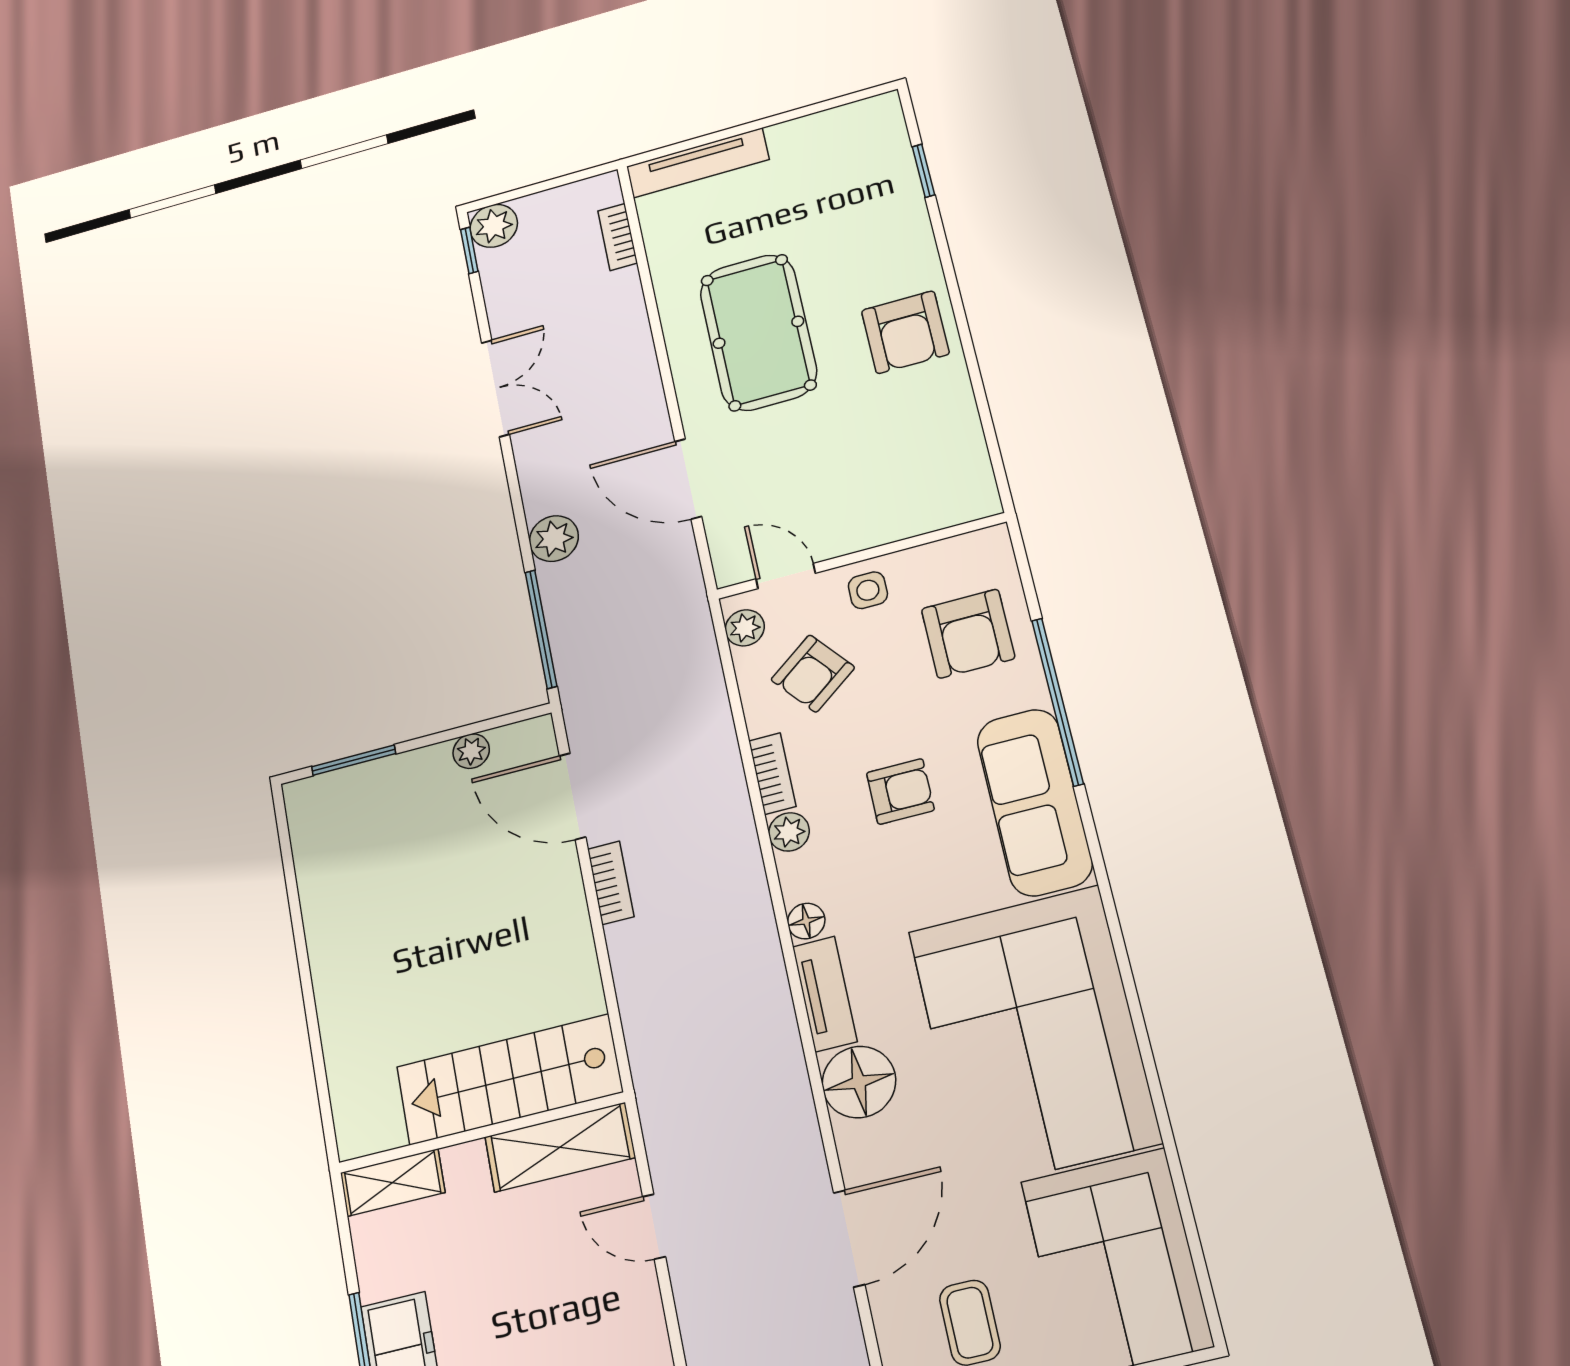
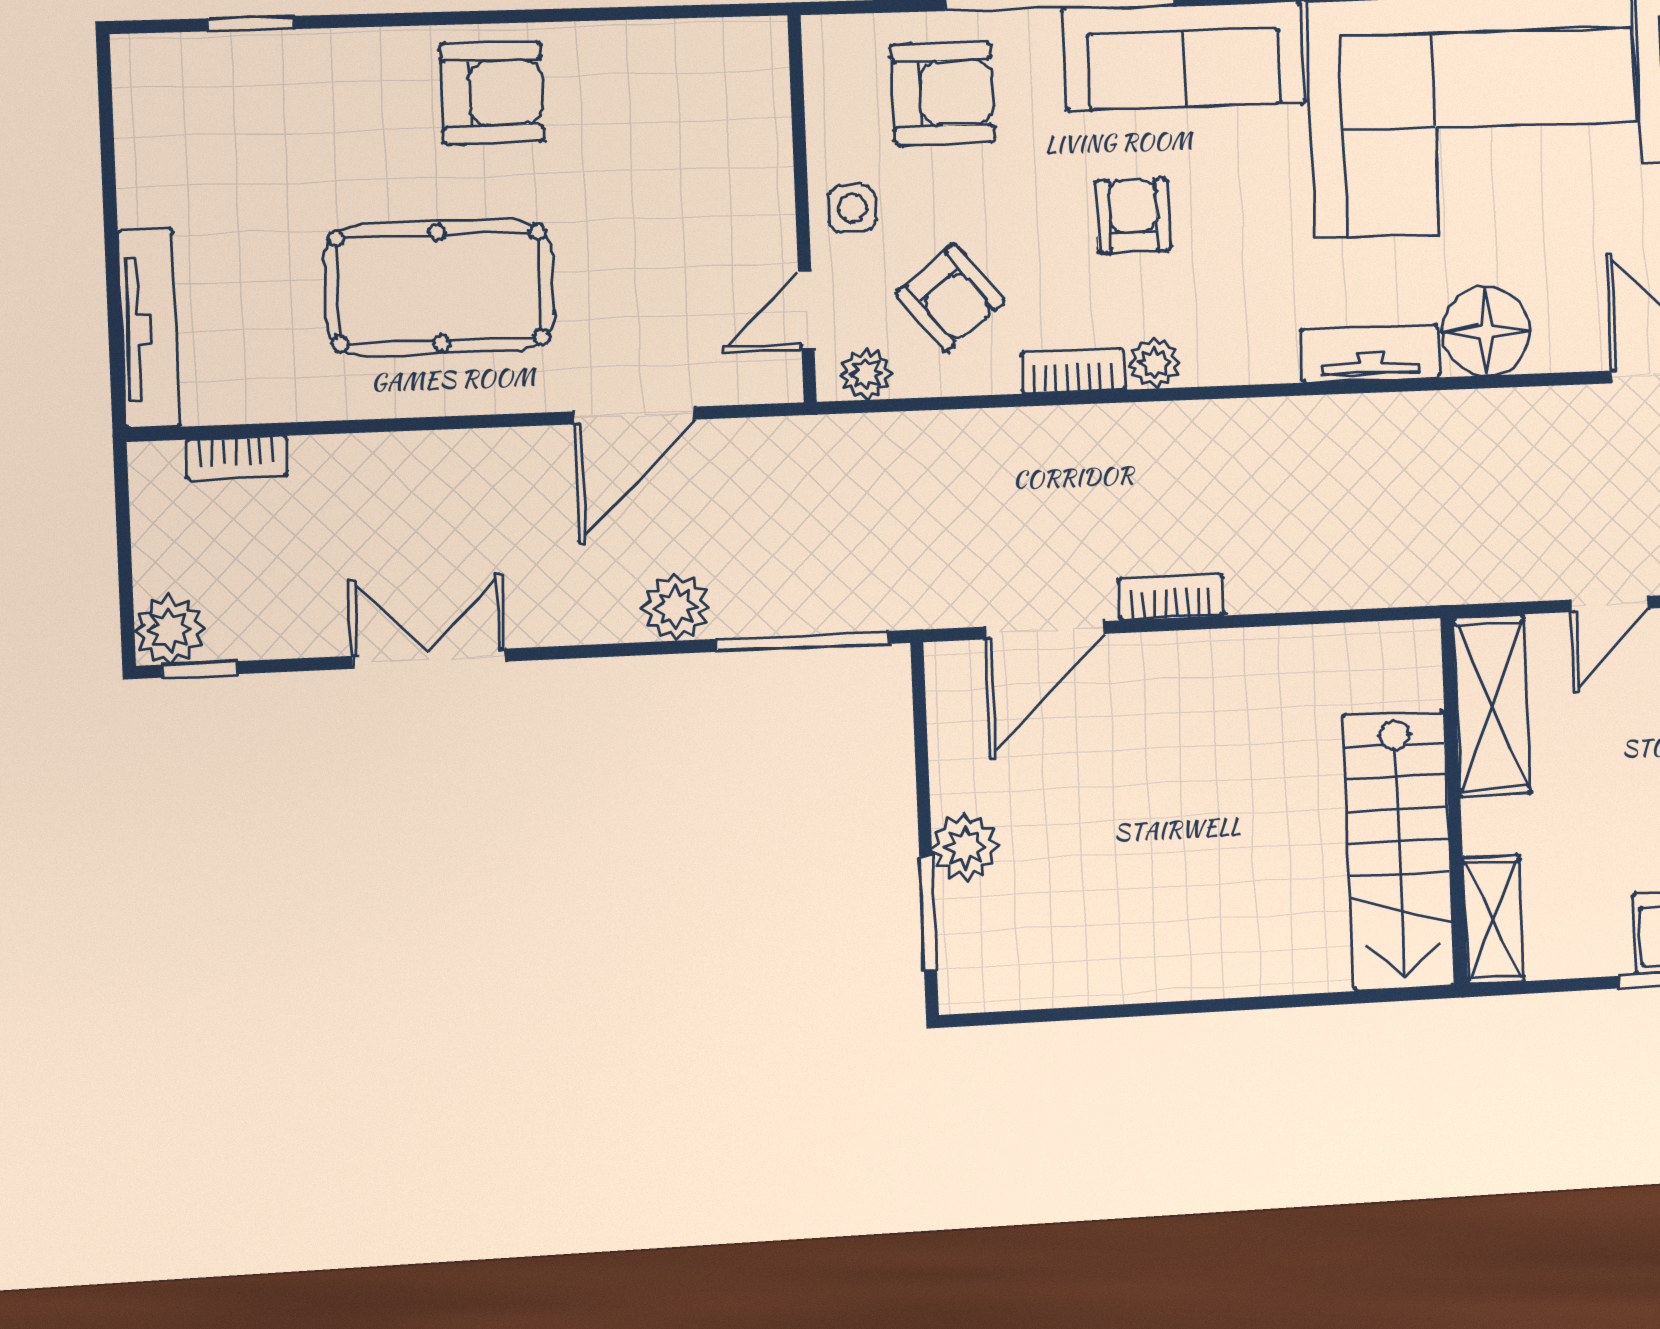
plant: (471, 751) -> (965, 848), moved, width x1.38, depth x1.38
floor lamp: (806, 921) -> (1274, 361), removed
stairs: (509, 1080) -> (1399, 851), moved

